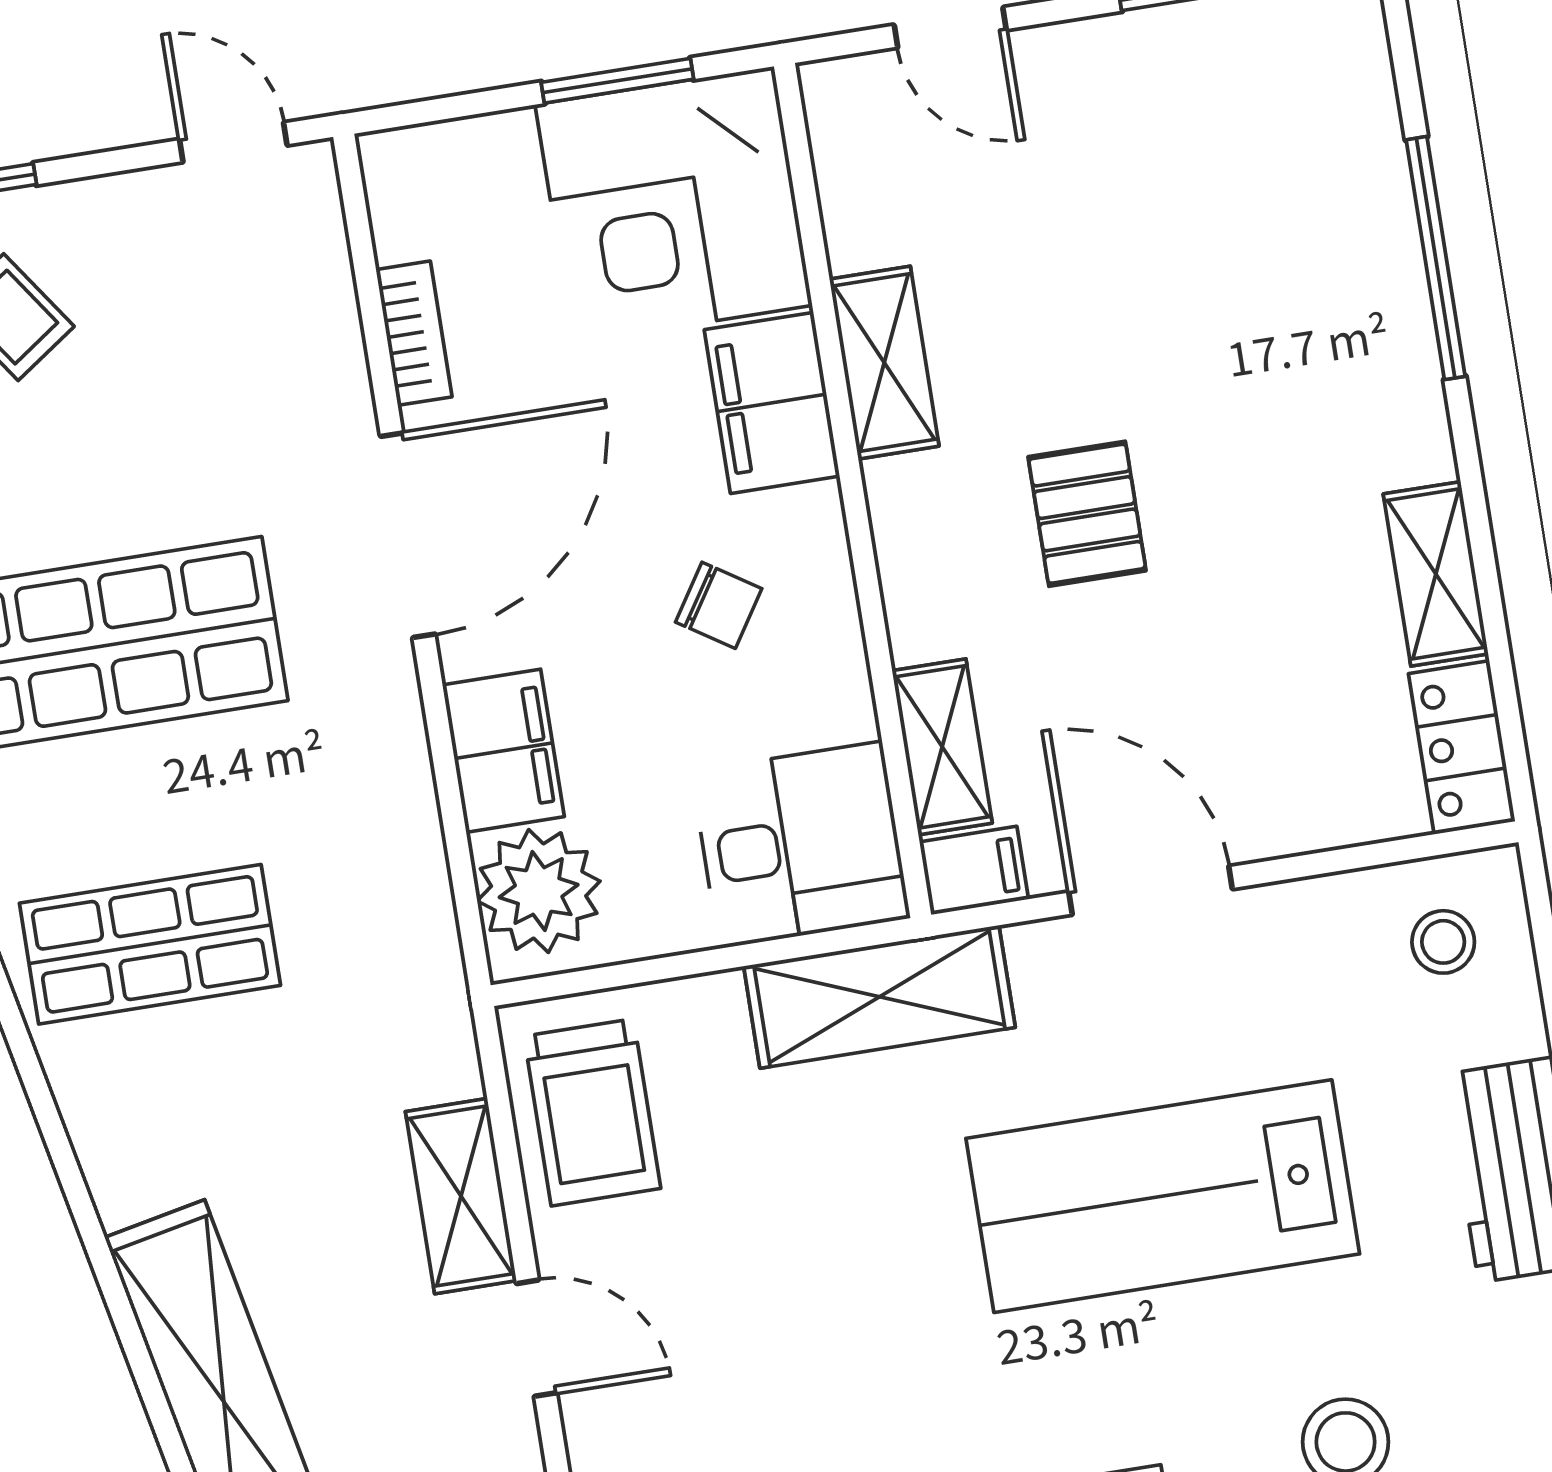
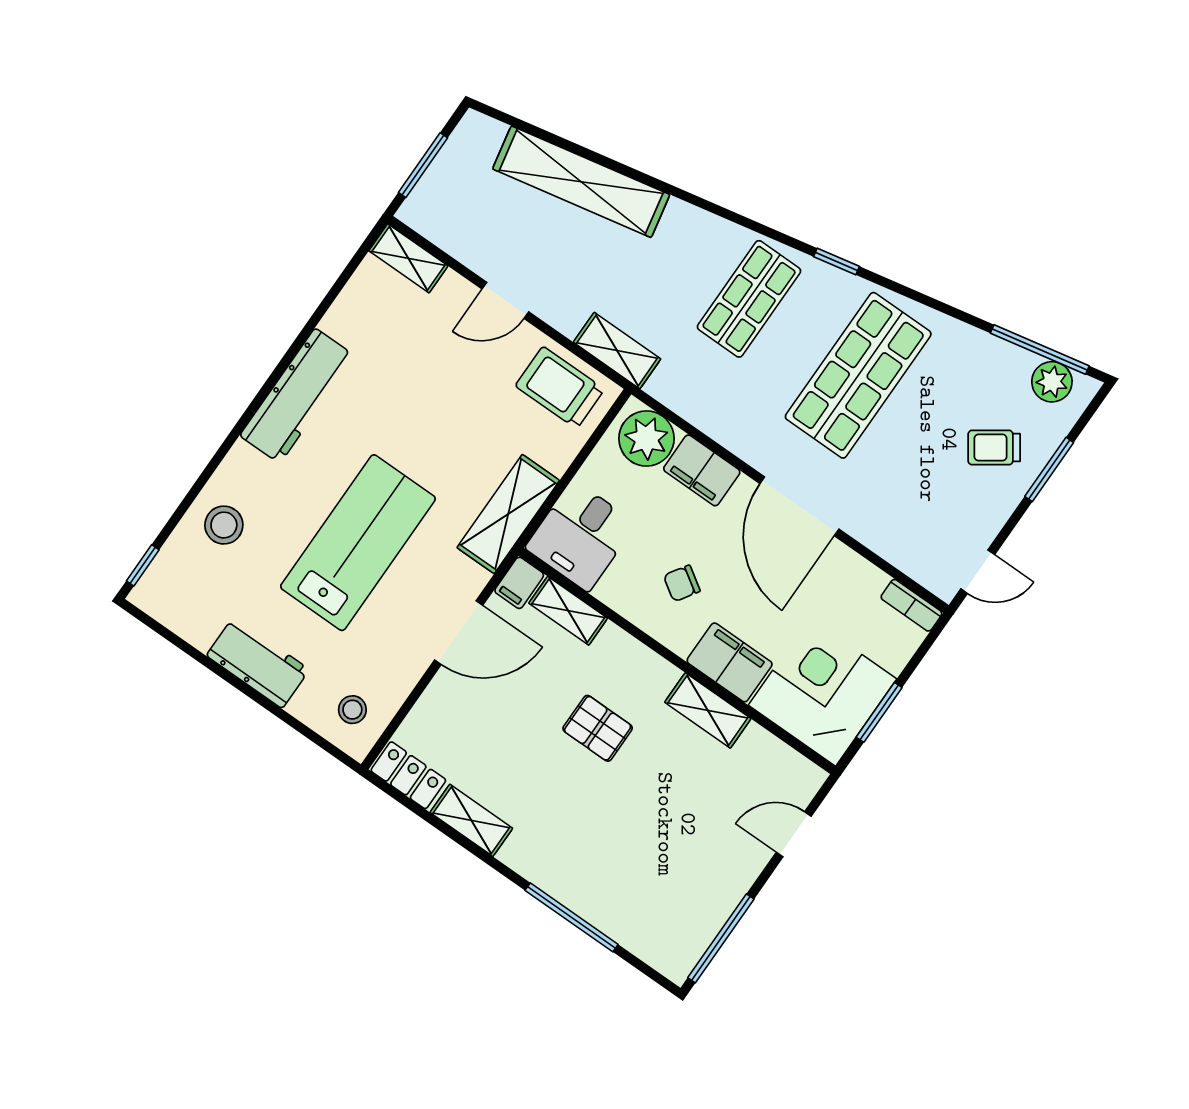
bookcase: (414, 333) -> (911, 605), moved
shelving: (461, 1196) -> (617, 351), moved

